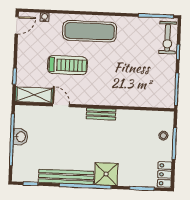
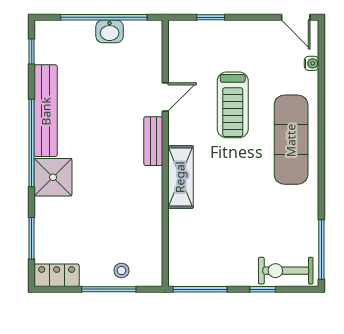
shelving: (34, 95) -> (180, 177), moved
bench: (101, 114) -> (153, 141), moved

